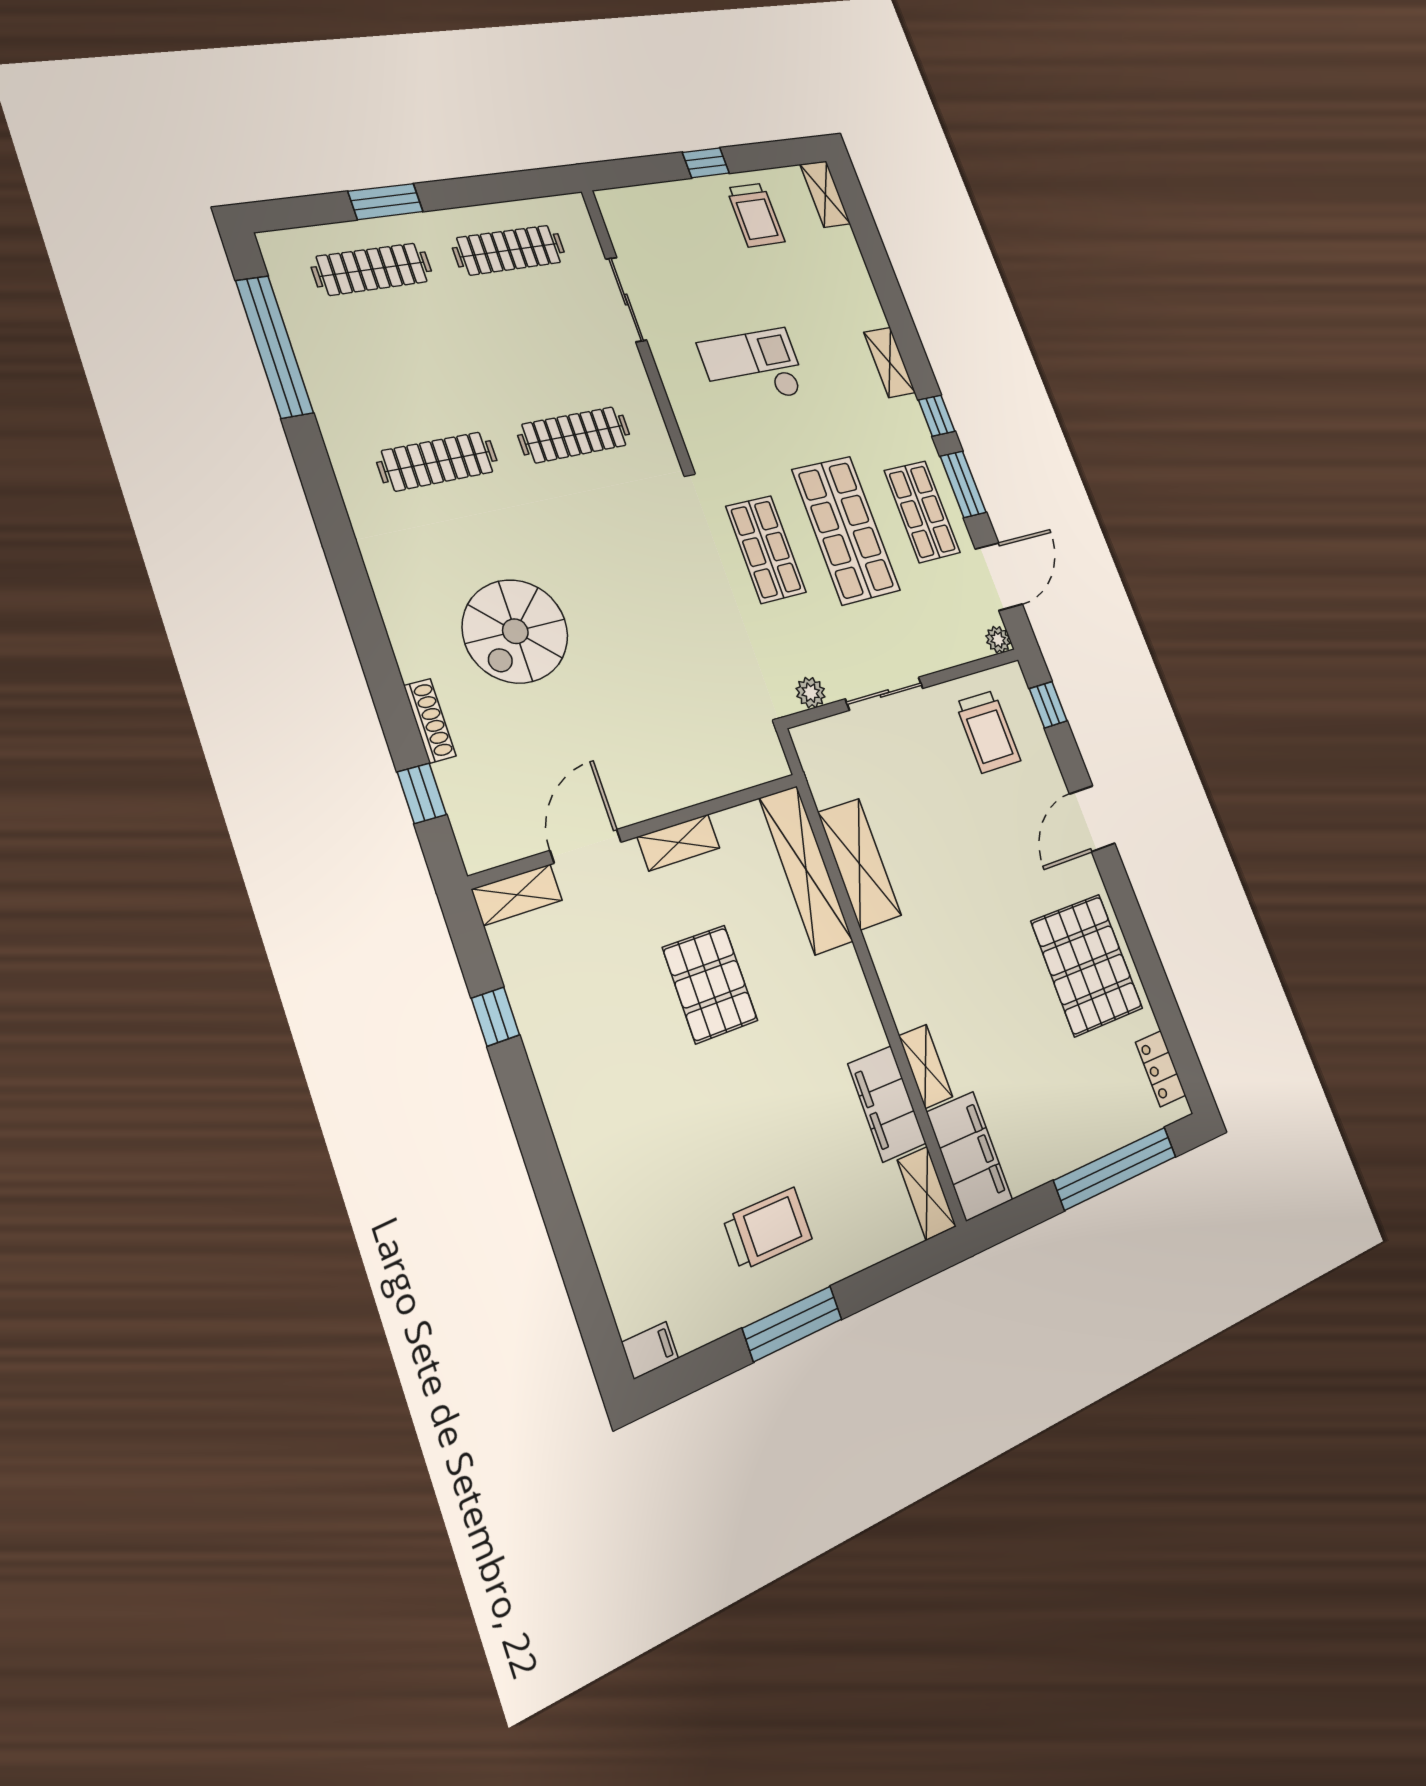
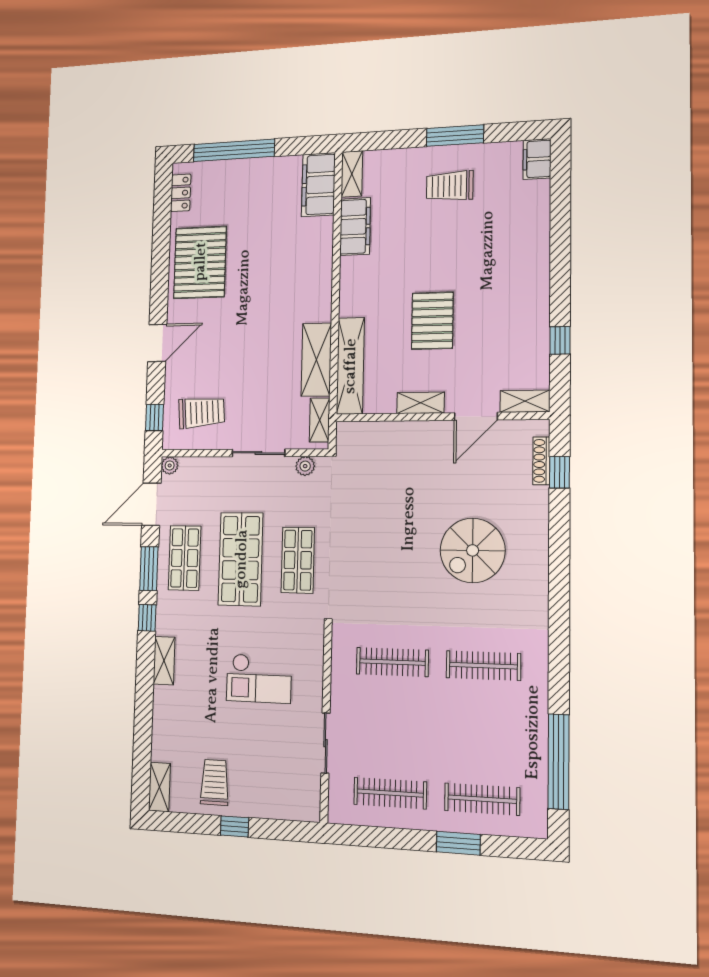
spiral stairs: (515, 631) -> (473, 550), turned 180
shoe rack: (430, 721) -> (541, 461), moved
trolley: (988, 732) -> (202, 412), turned 86
shelving: (926, 1066) -> (320, 420), moved
filing cabinet: (650, 1350) -> (537, 159), width x2.00

